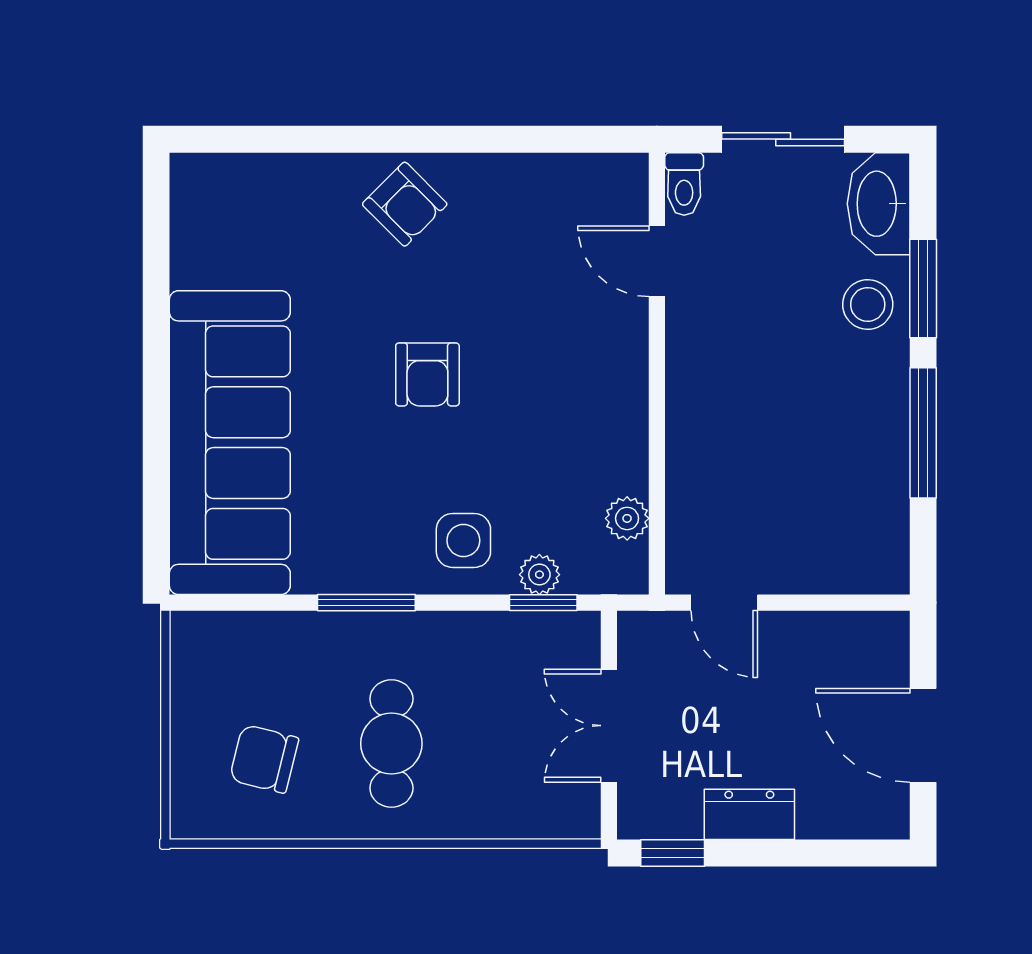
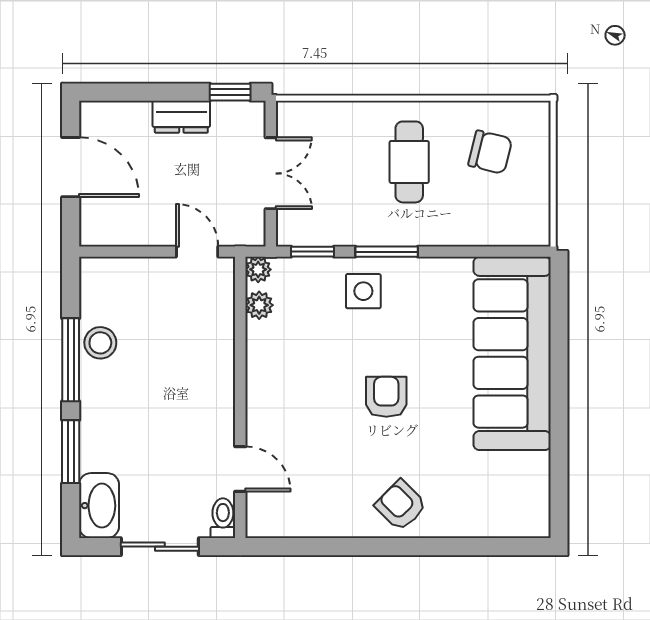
stool: (868, 304) -> (100, 343), moved
plant: (539, 575) -> (258, 269), moved
window: (366, 603) -> (387, 252), moved

